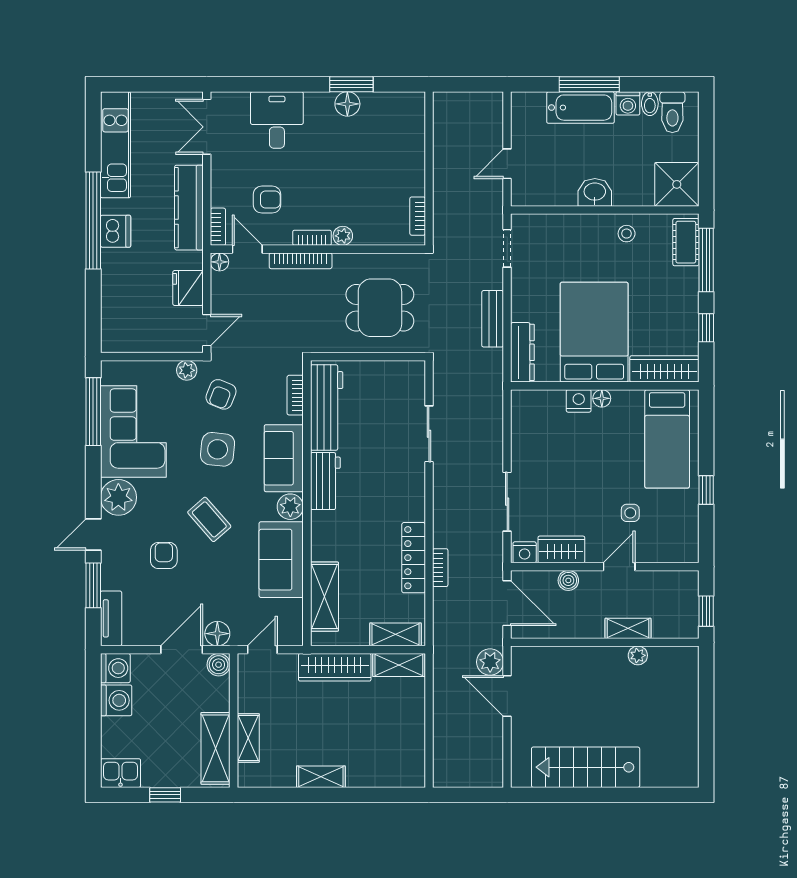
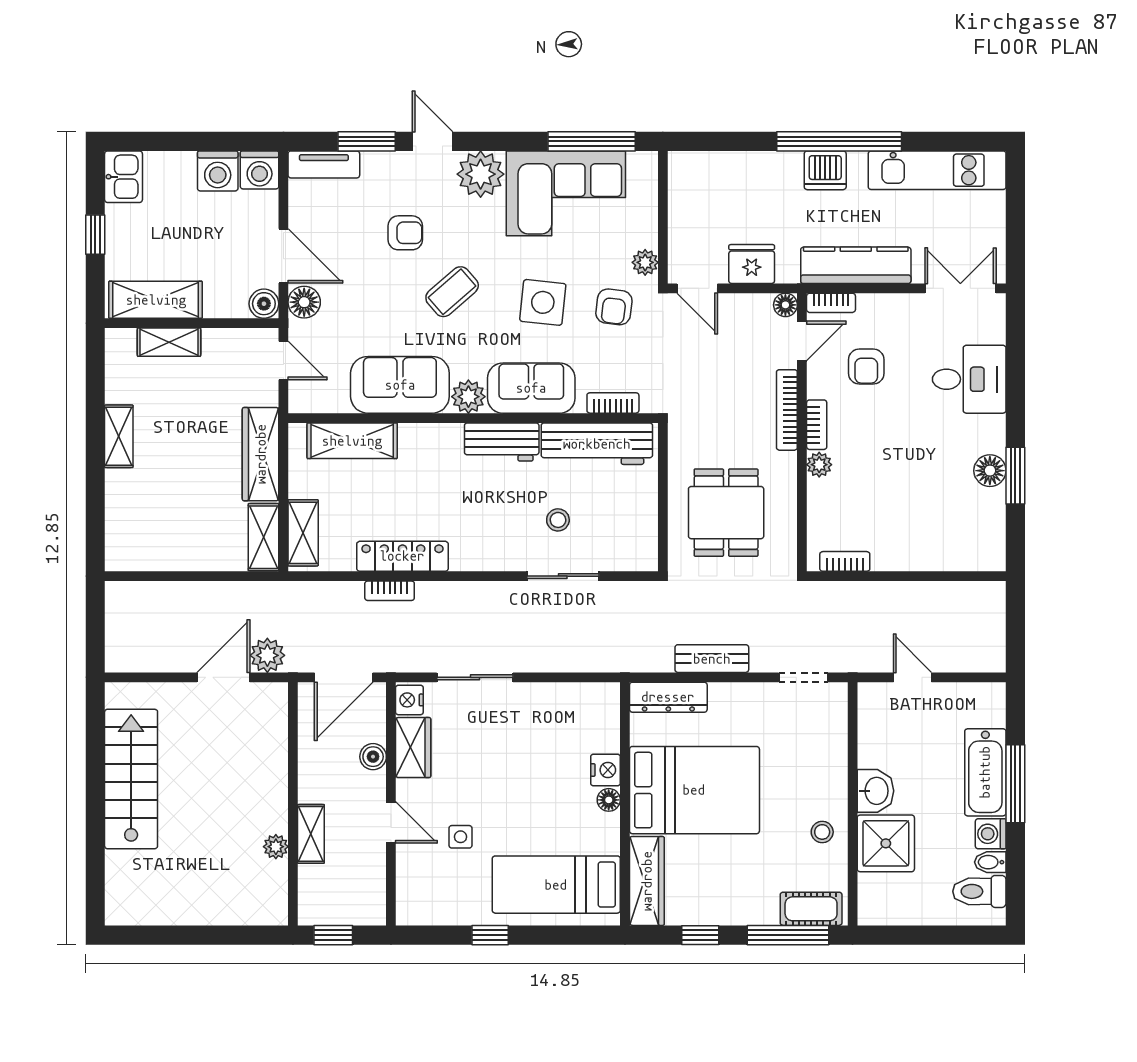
shower: (677, 184) -> (886, 843), moved
armchair: (221, 394) -> (614, 307), turned -105
stool: (386, 438) -> (558, 520), added

